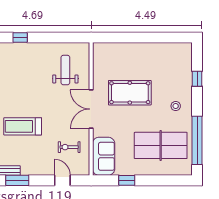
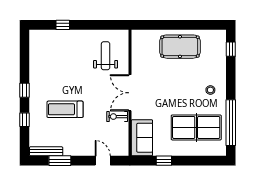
window: (197, 79) -> (231, 49), moved
pool table: (130, 93) -> (180, 47), moved
exercise bike: (69, 147) -> (117, 117), moved

